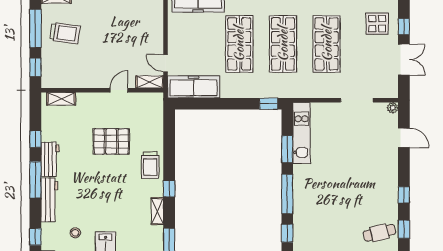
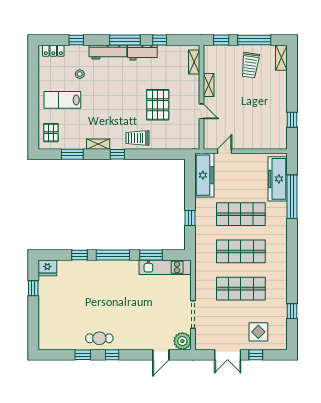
shelving: (150, 82) -> (209, 85), moved
window: (269, 104) -> (190, 218), moved
plant: (393, 108) -> (182, 341), width x1.88, depth x1.88
cafe table: (379, 233) -> (99, 338), moved, turned -76

